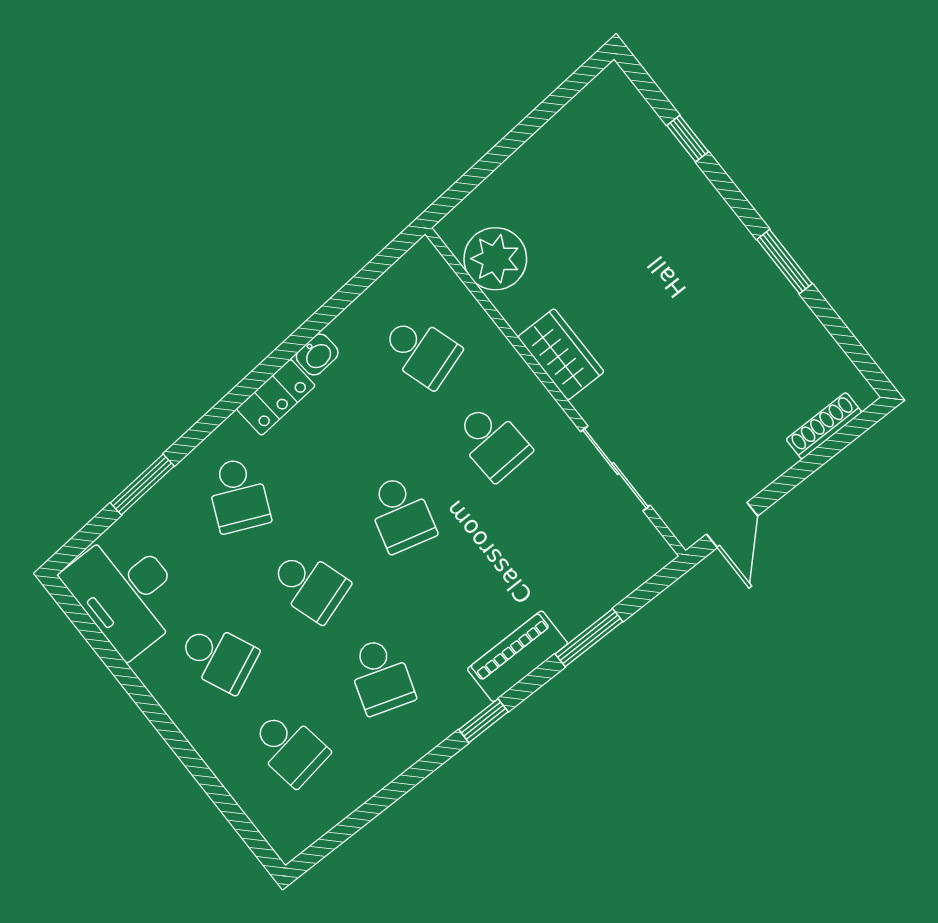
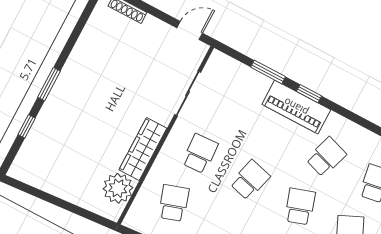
window: (784, 262) -> (49, 84), moved
wardrobe: (561, 354) -> (143, 149), width x1.50
piano: (517, 656) -> (296, 107), width x1.37, depth x1.33
window: (483, 721) -> (309, 94), moved

